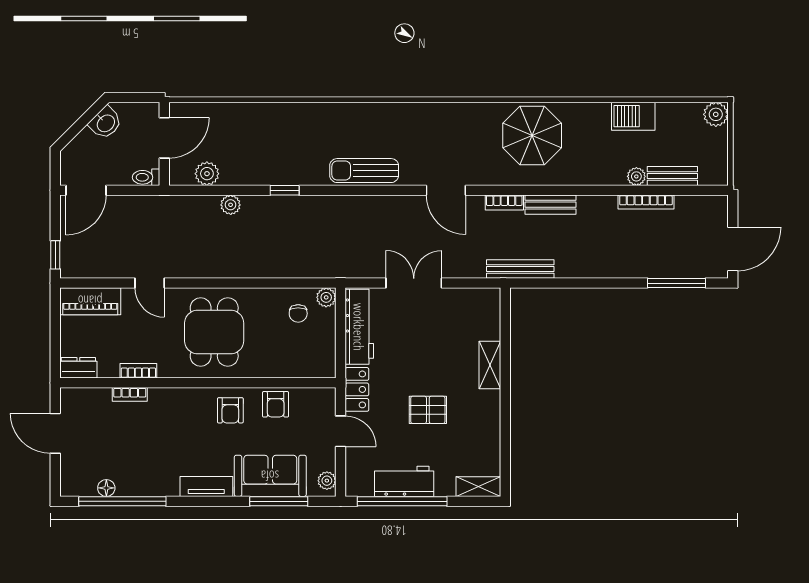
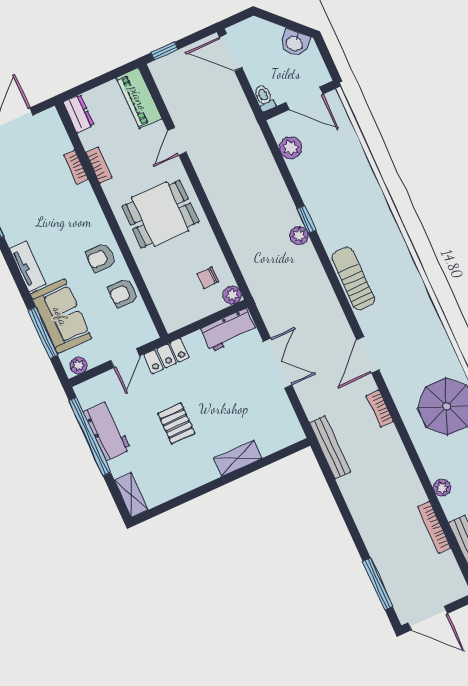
plant: (636, 176) -> (442, 488), moved
plant: (231, 205) -> (299, 235), moved
bench: (551, 205) -> (396, 448), removed
workbench: (359, 327) -> (229, 330), width x0.73

